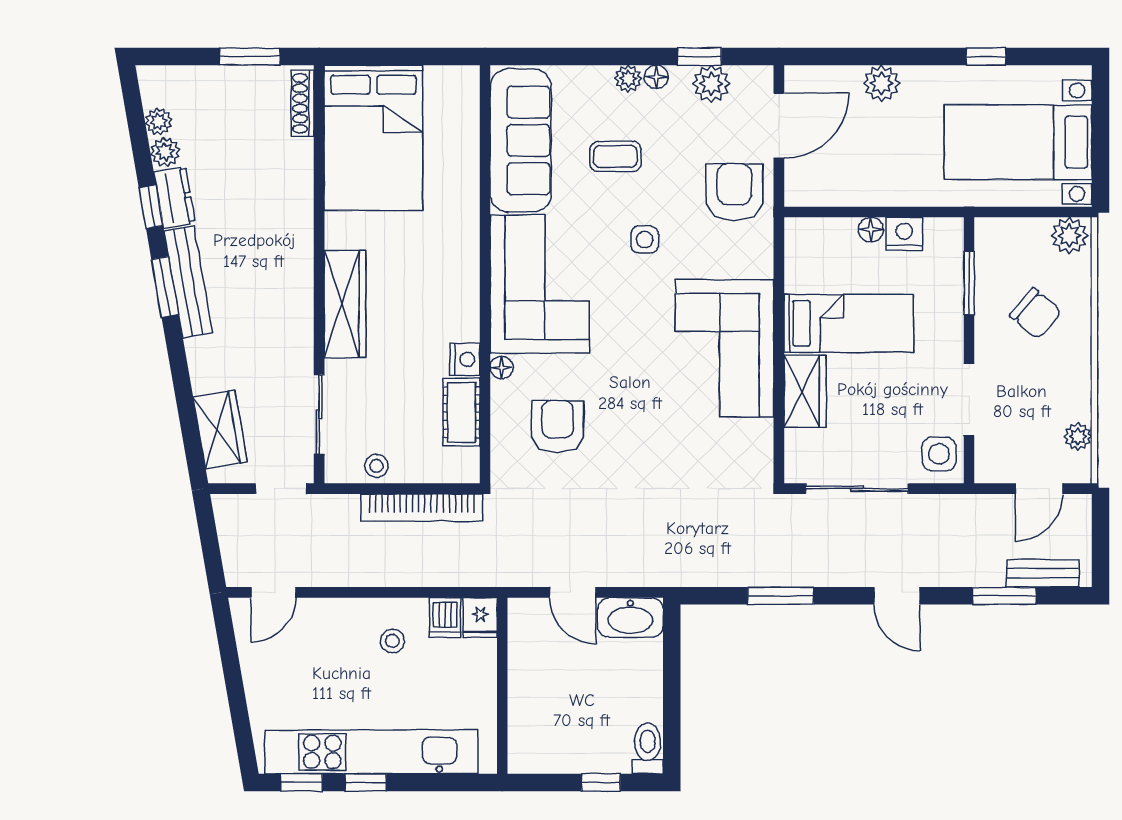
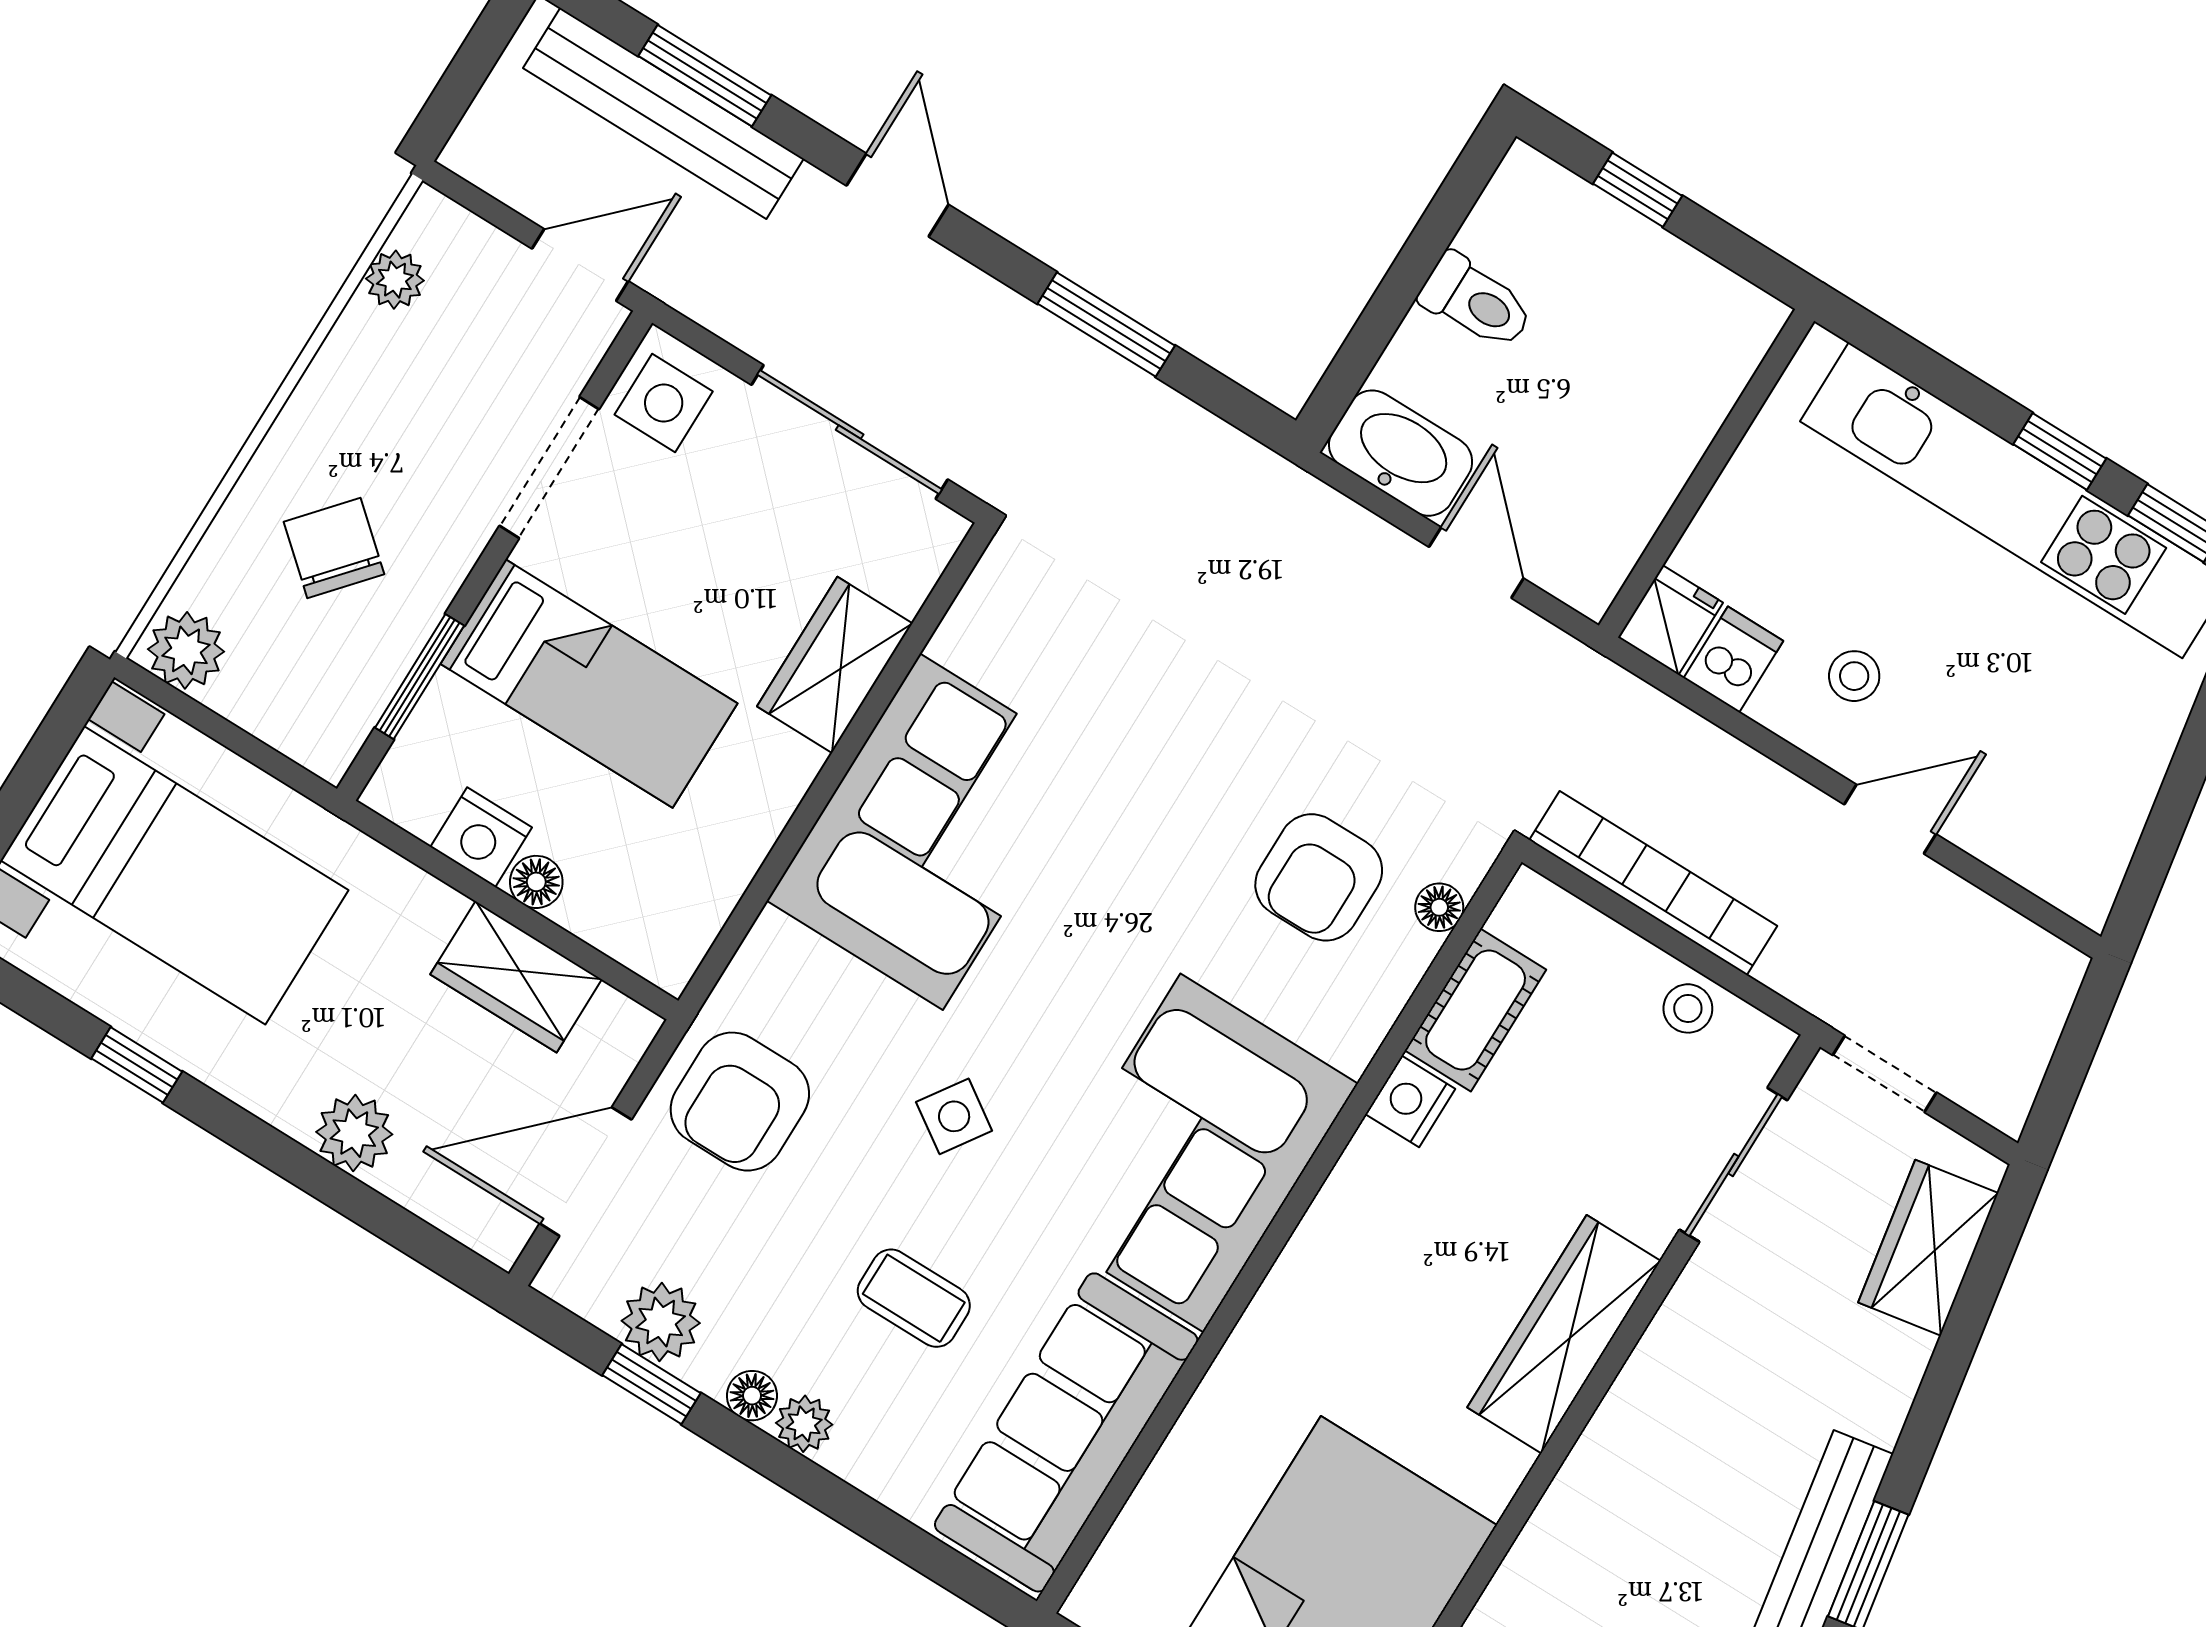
wardrobe: (855, 186) -> (516, 977), added
side table: (645, 240) -> (954, 1116), turned 34
bed: (849, 323) -> (589, 684), moved, turned 180
floor lamp: (502, 368) -> (1439, 907), moved
door: (1039, 489) -> (580, 265), moved
bench: (1043, 573) -> (663, 113), width x1.86, depth x1.21
door: (273, 592) -> (1890, 819), moved
toilet: (648, 748) -> (1476, 302), moved, turned -90

